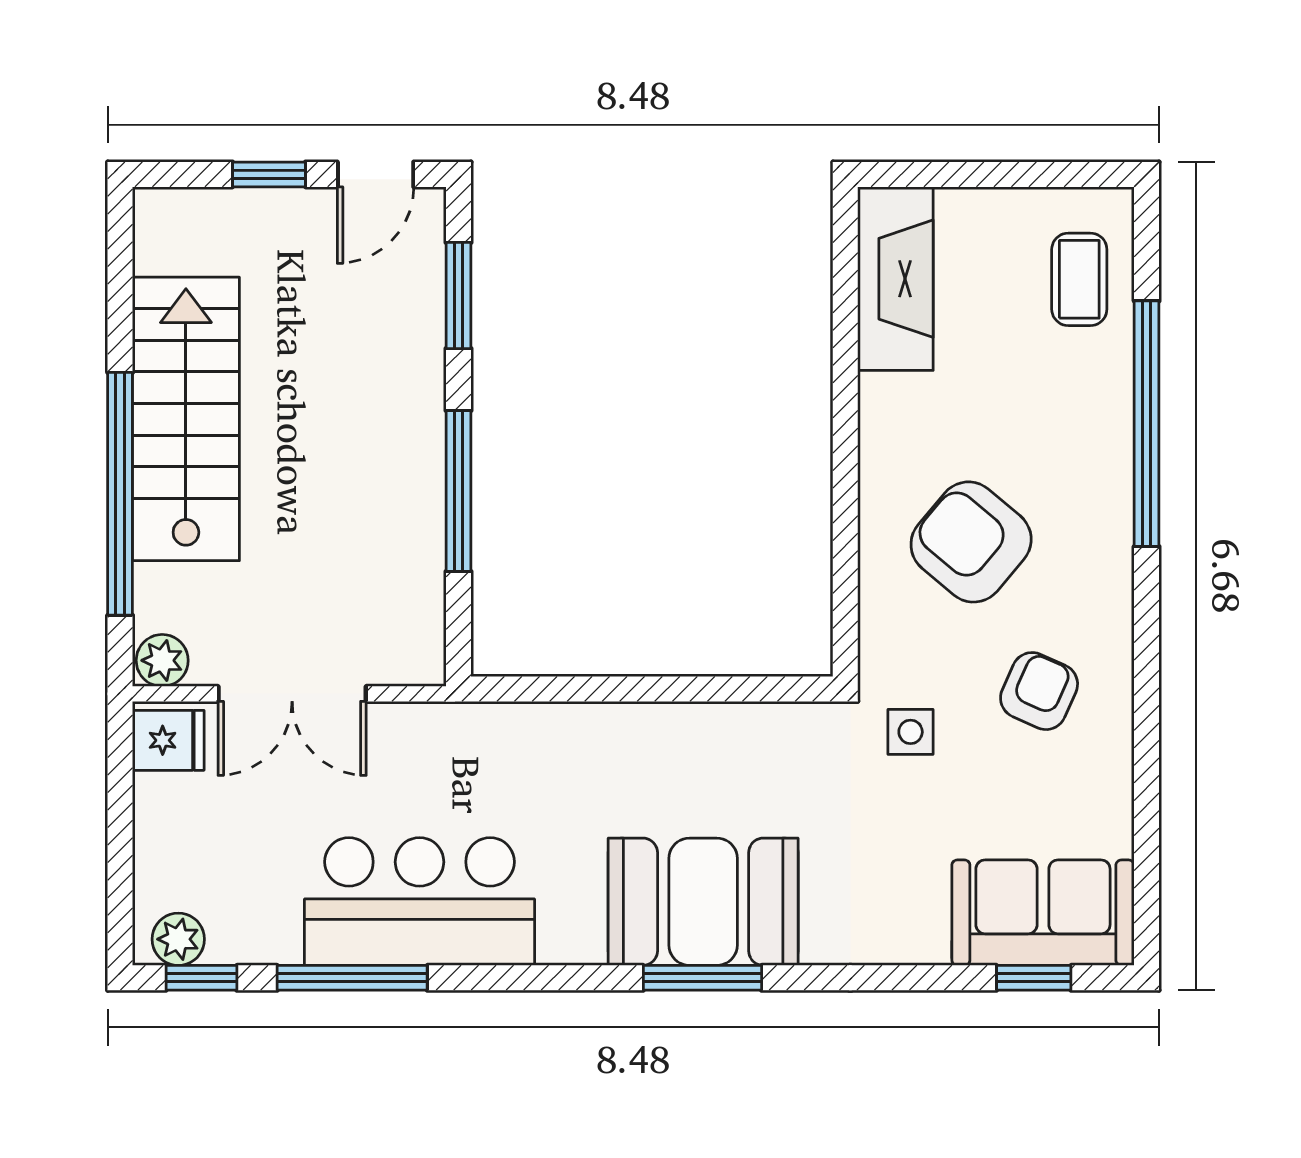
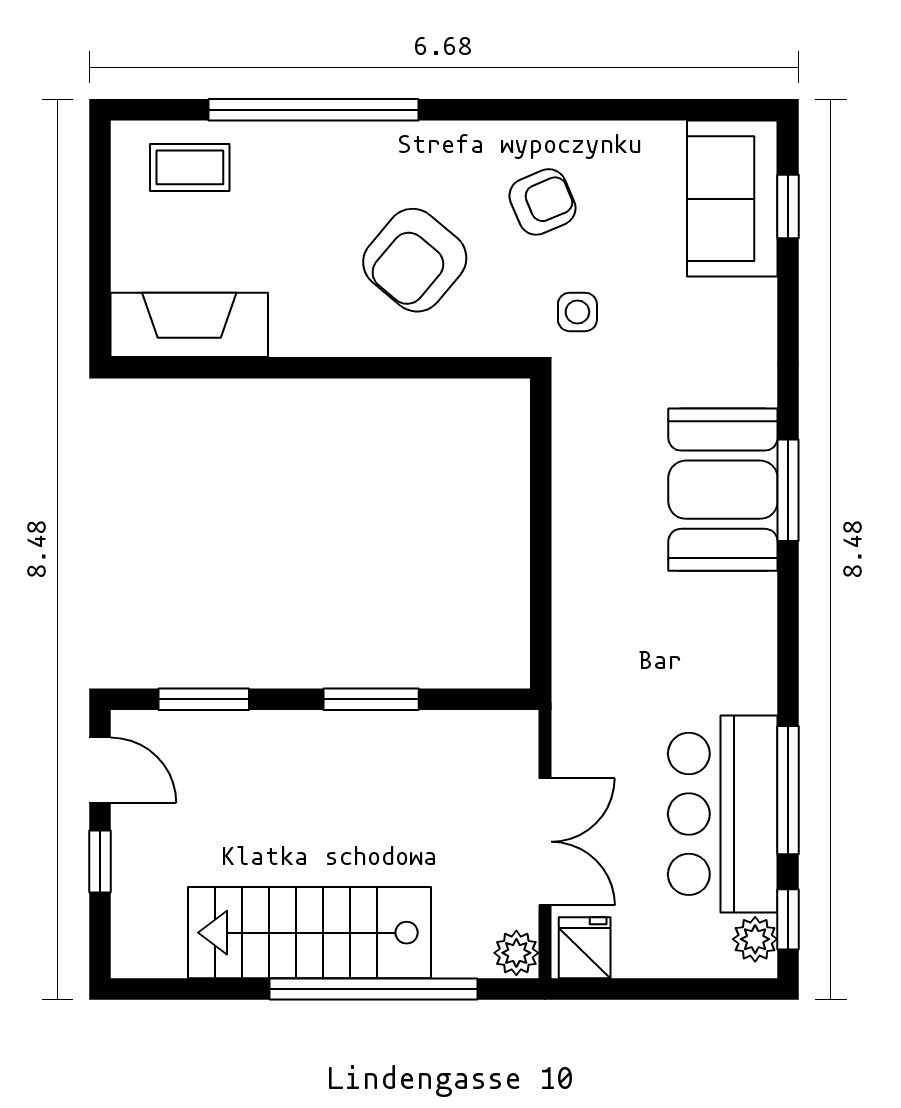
window: (459, 491) -> (371, 699), width x0.69
armchair: (1039, 691) -> (542, 202), turned 133
bar counter: (420, 902) -> (723, 814), moved

